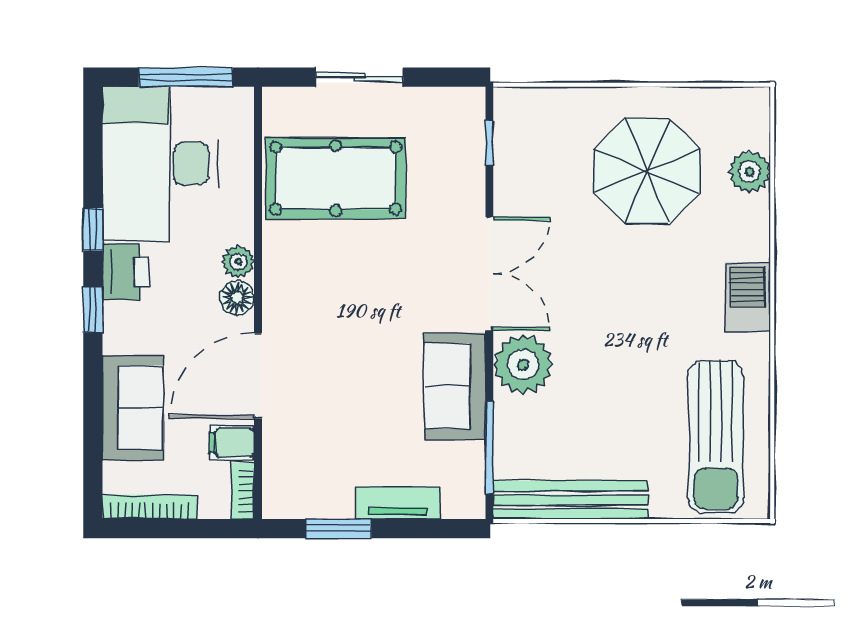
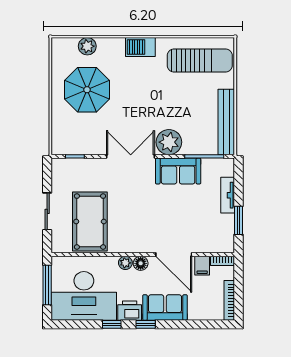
sofa: (133, 408) -> (165, 308), moved

